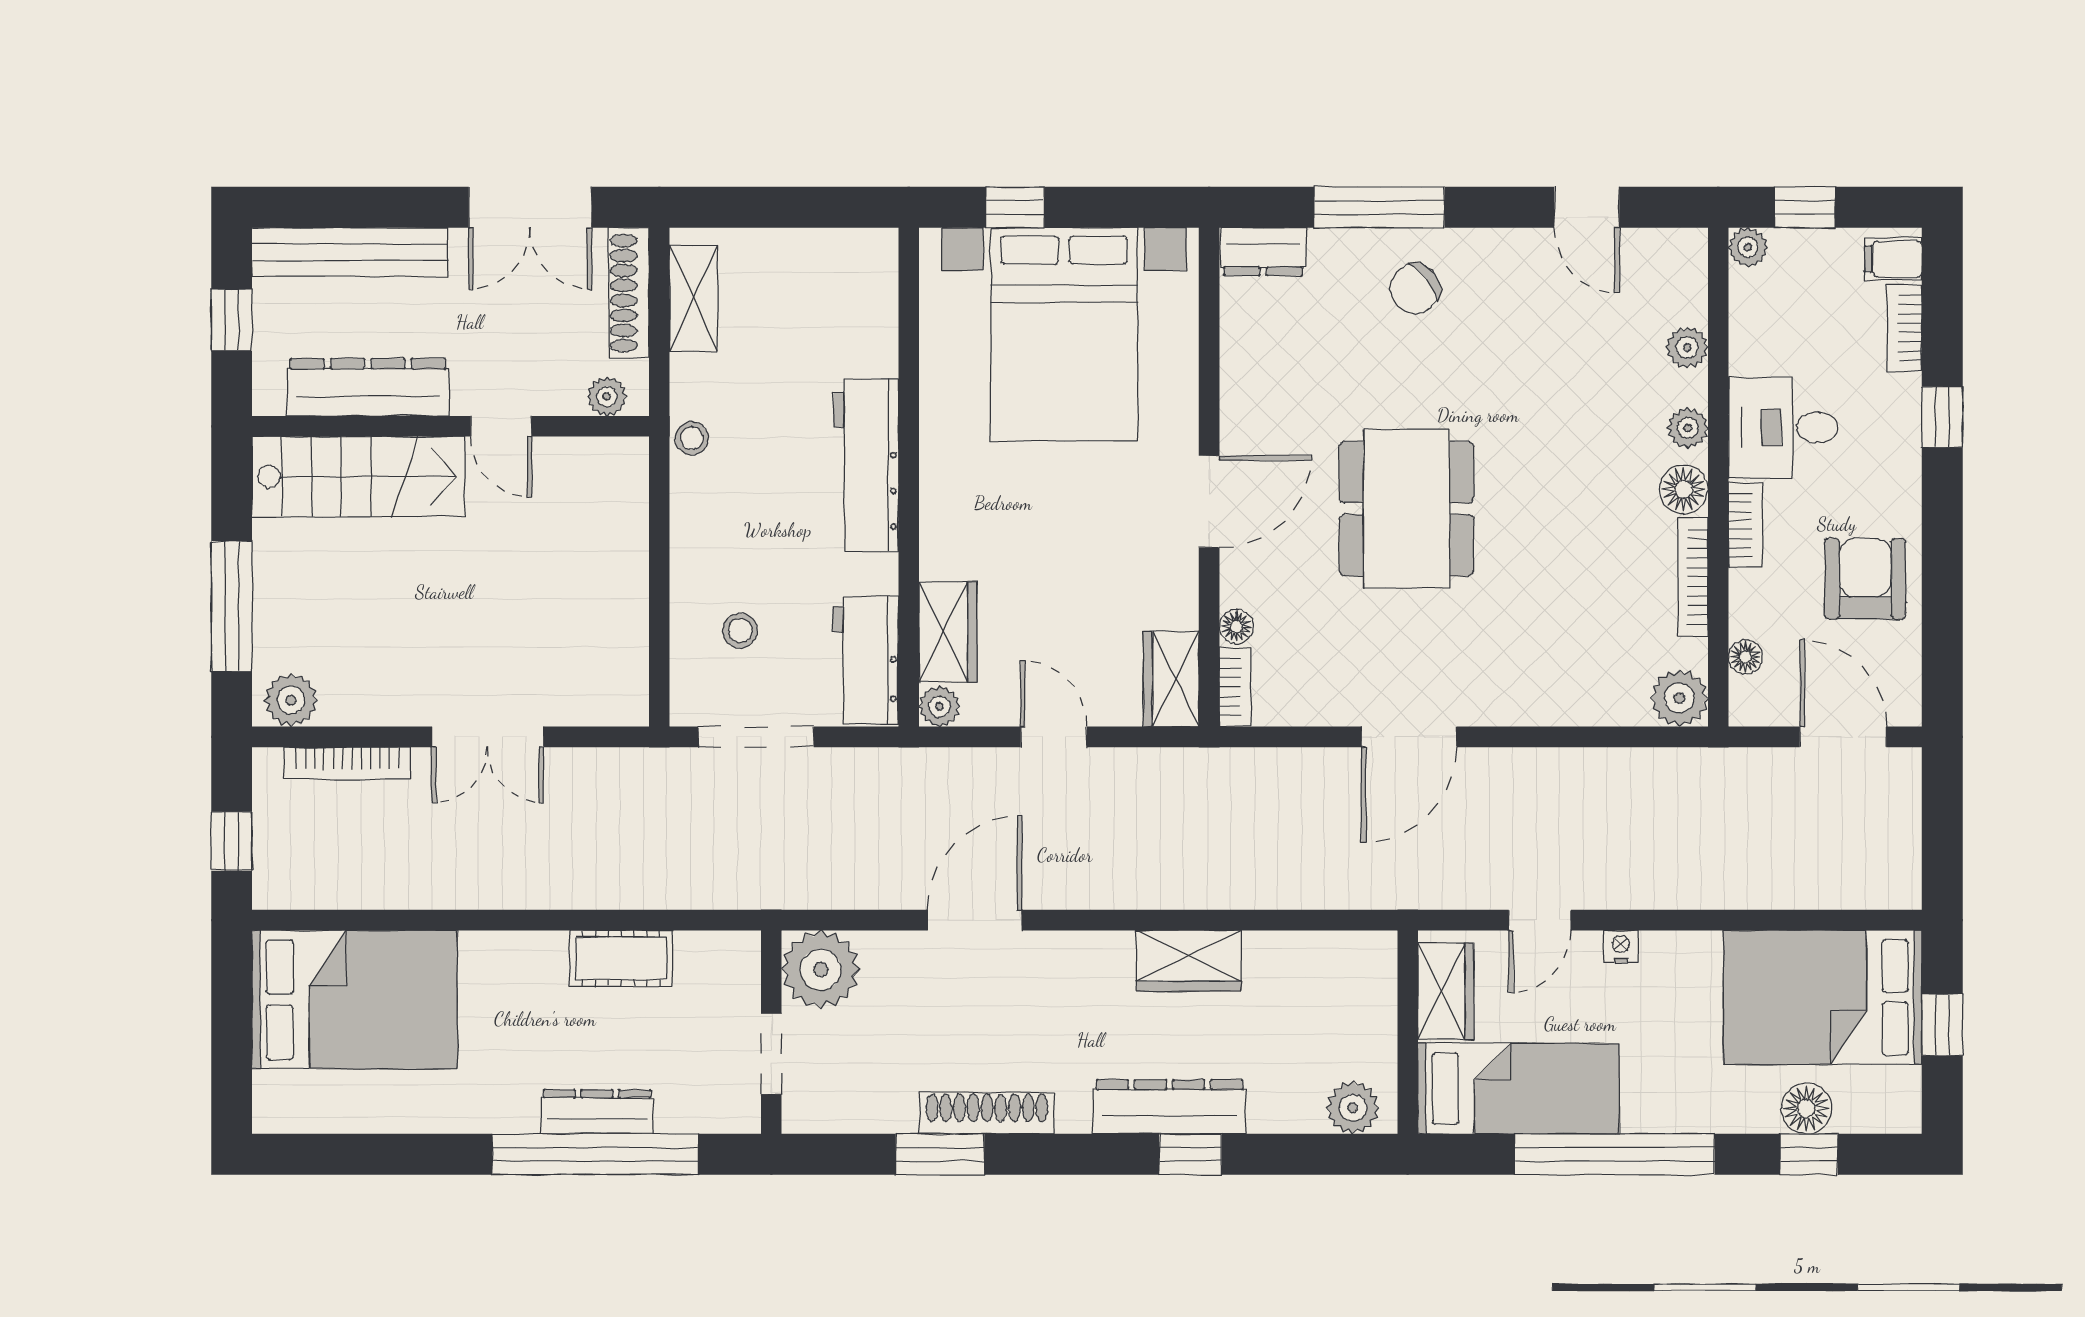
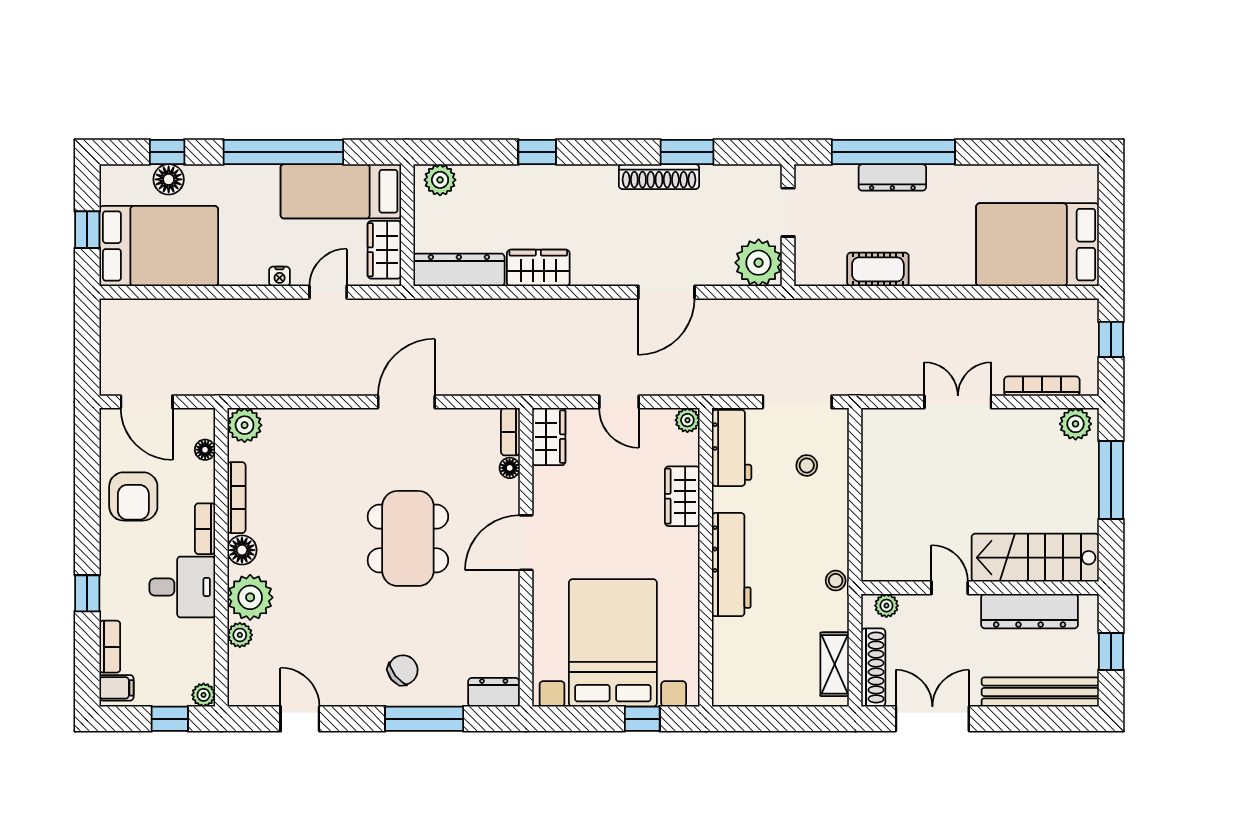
plant: (1688, 428) -> (250, 597), width x1.88, depth x1.88
wardrobe: (948, 632) -> (682, 496), moved
dresser: (1170, 1107) -> (459, 270), moved, turned 180

